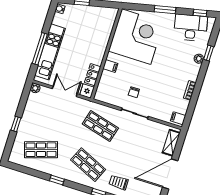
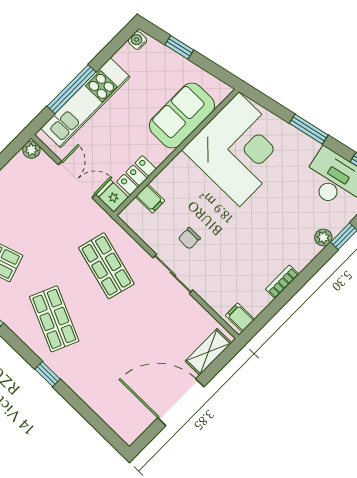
sofa: (100, 34) -> (182, 116), added
filing cabinet: (110, 66) -> (150, 199), moved
trolley: (119, 182) -> (89, 373), removed

